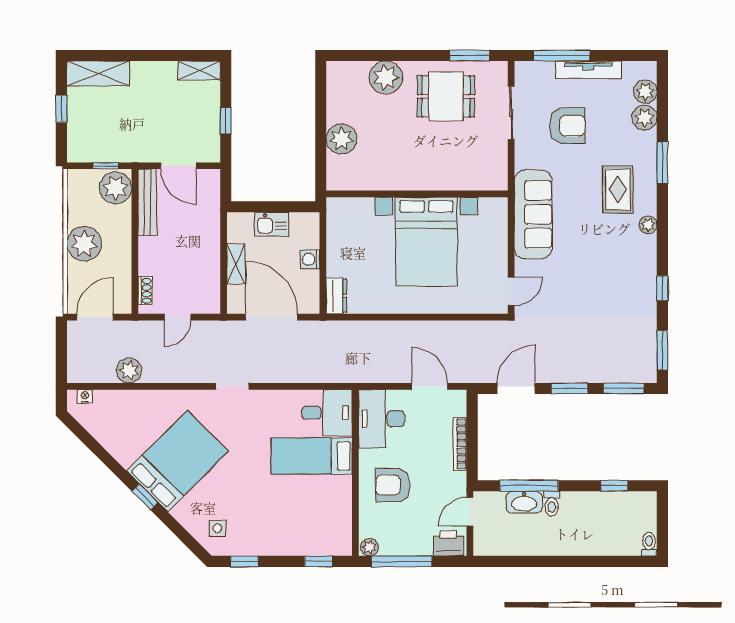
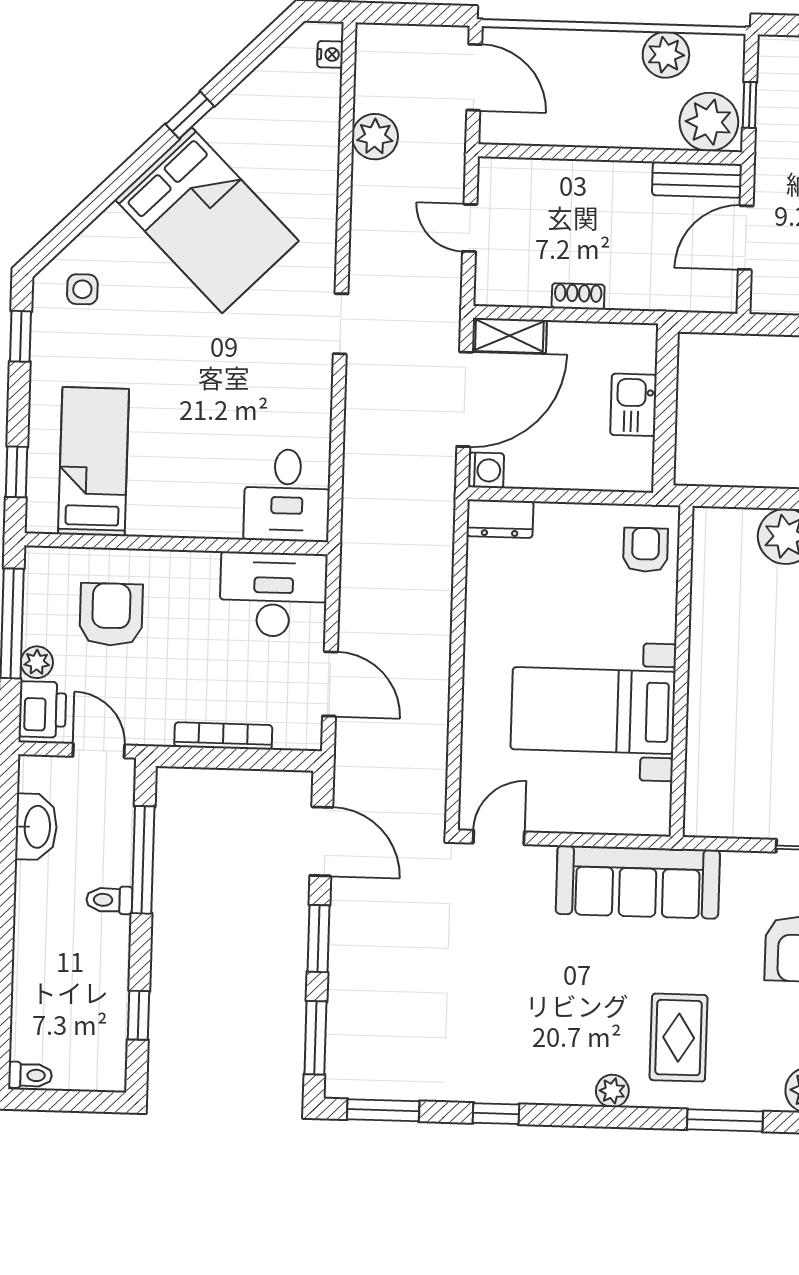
rug: (618, 190) -> (679, 1038), turned 90
bench: (147, 202) -> (697, 180), width x0.73
armchair: (351, 216) -> (645, 550), added
bed with nightstands: (426, 242) -> (593, 710), width x0.73
plant: (84, 244) -> (666, 55), moved, width x0.73, depth x0.73
washing machine: (310, 259) -> (486, 470), moved, turned 90
shelving: (236, 264) -> (509, 336), moved
shoe rack: (145, 291) -> (578, 296), moved, turned 180
door: (511, 291) -> (499, 837), swing flipped
door: (430, 386) -> (330, 684), hinge flipped
bed: (312, 456) -> (94, 462), moved
armchair: (393, 485) -> (111, 614), moved
window: (145, 497) -> (190, 115), moved
washbasin: (524, 502) -> (36, 827), moved, turned 180
plant: (369, 547) -> (37, 662), moved

